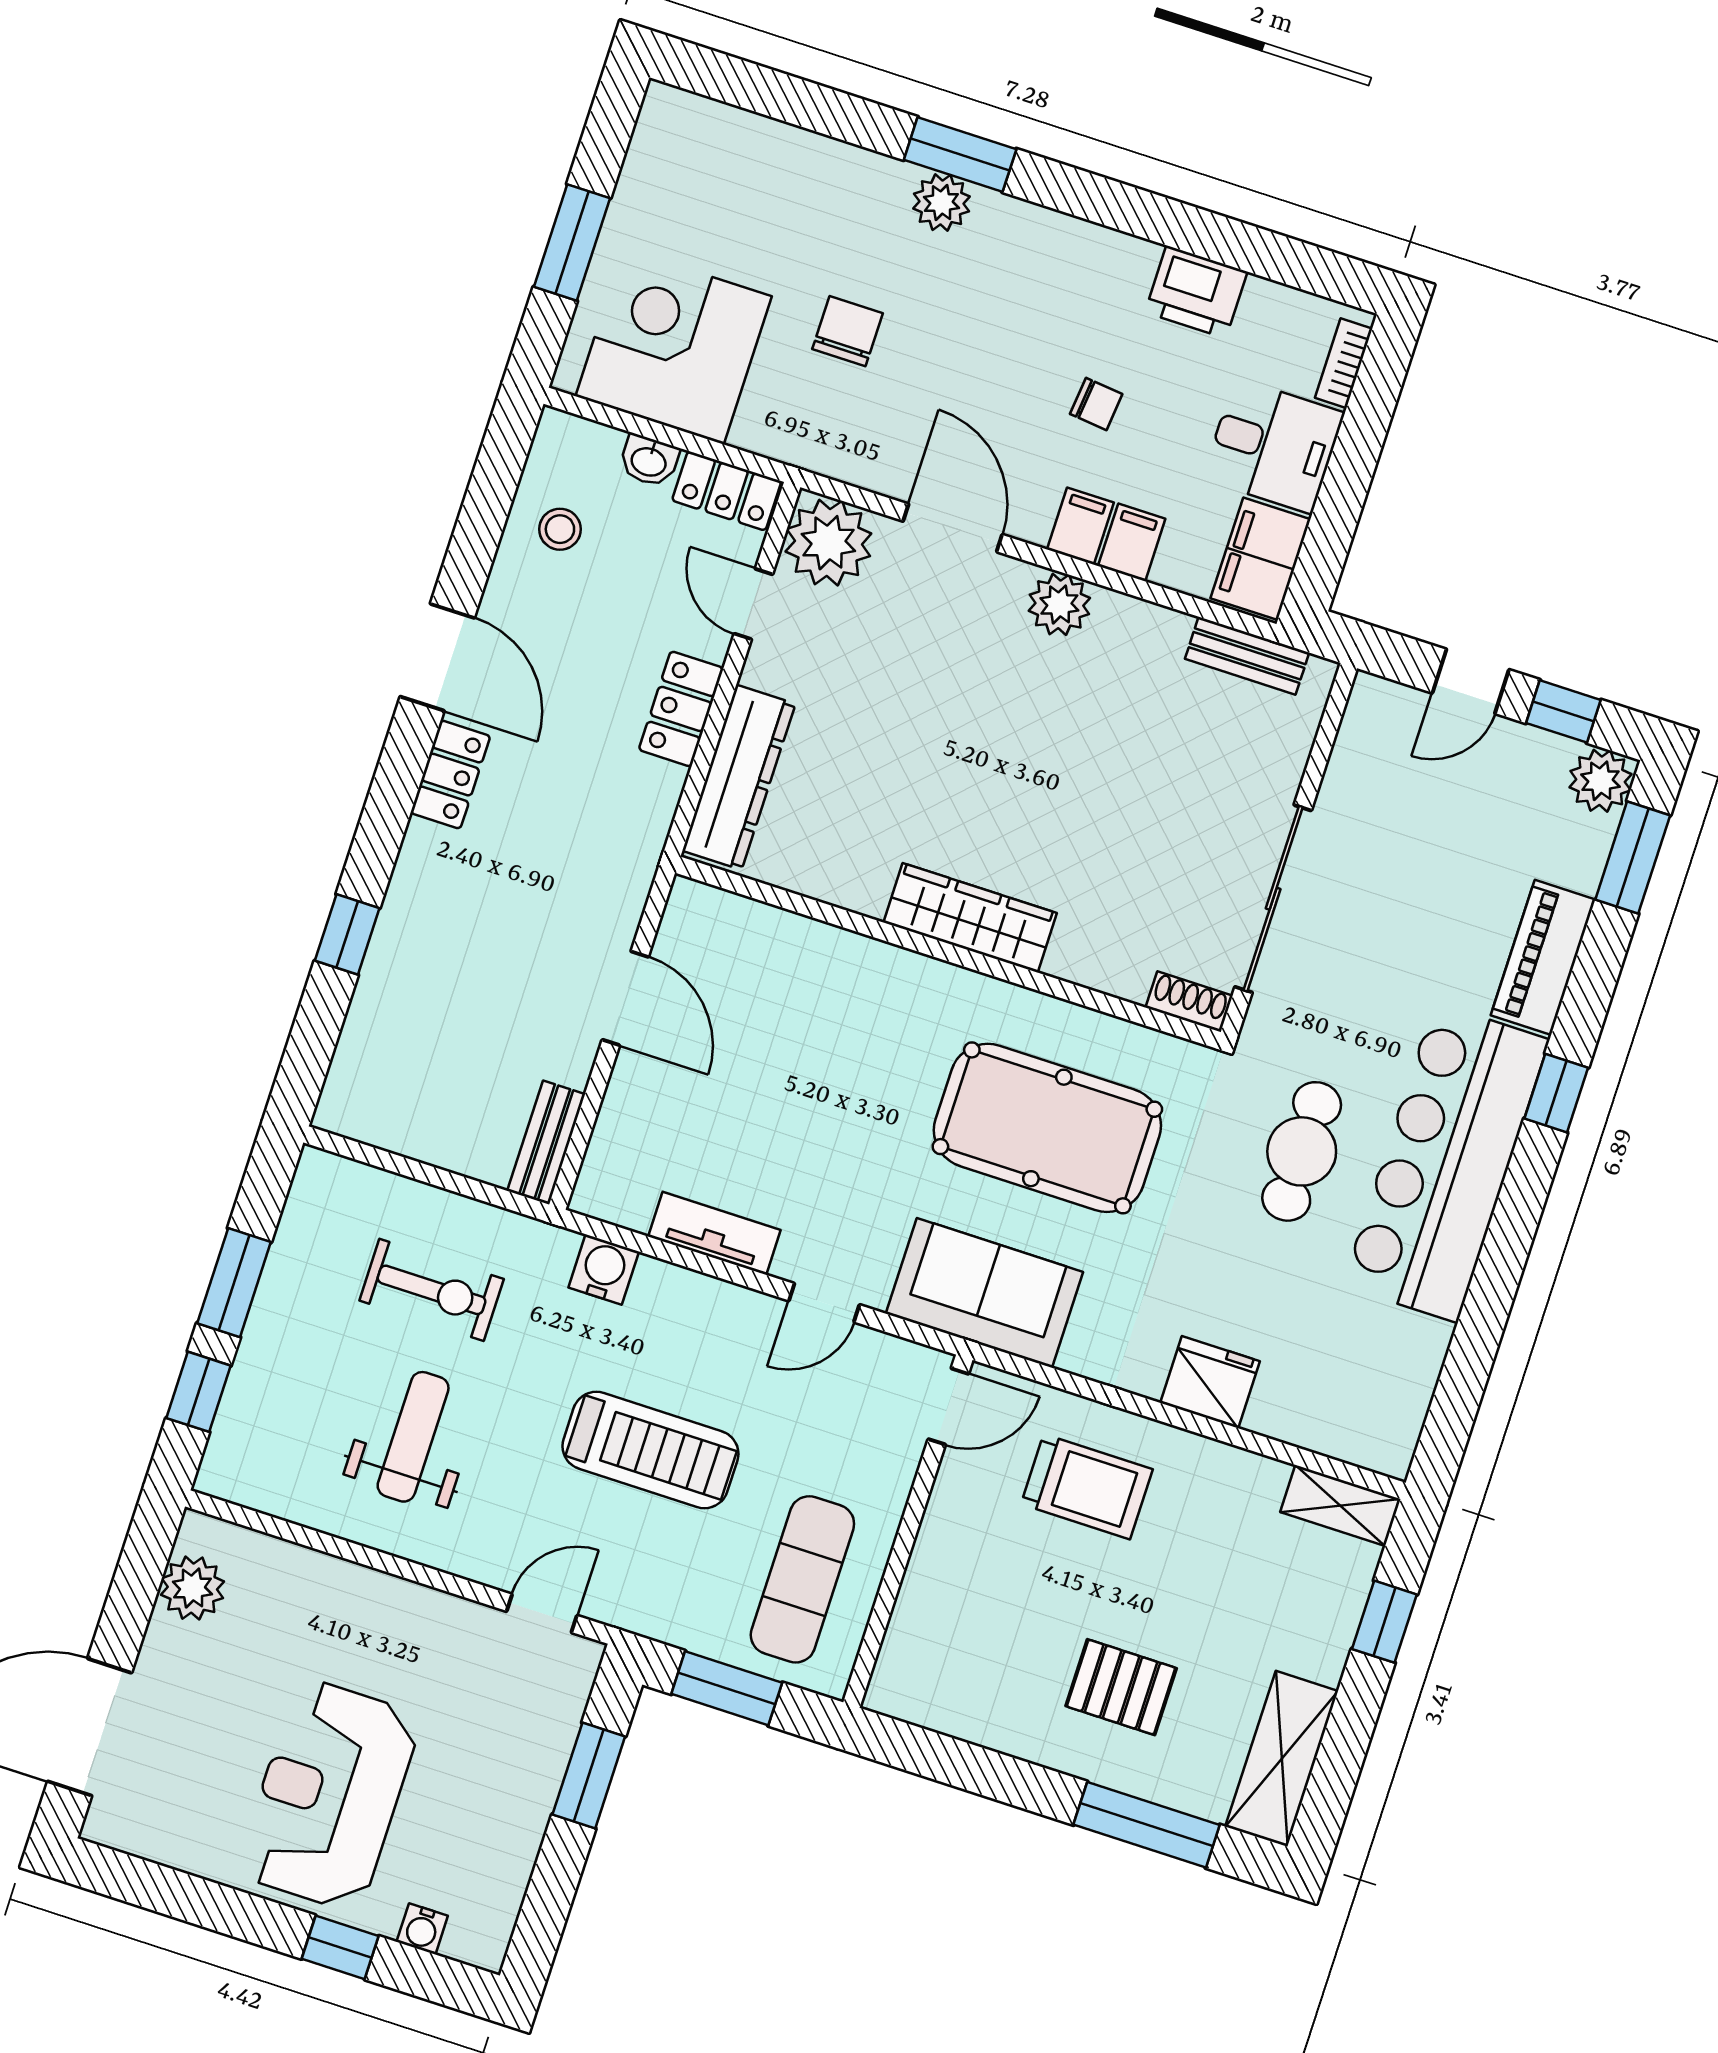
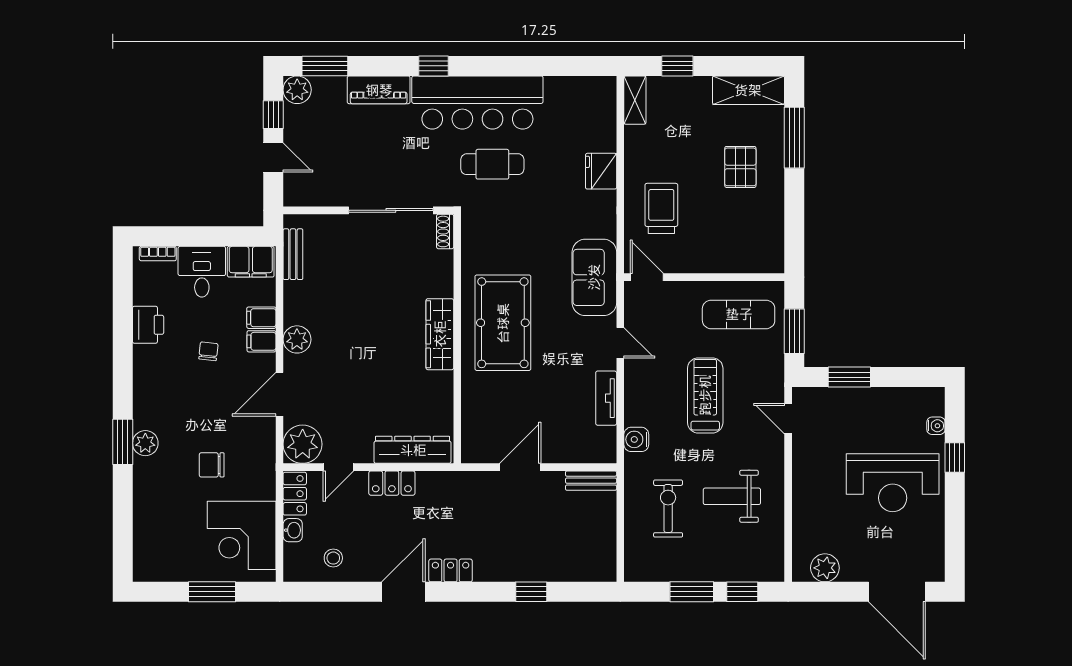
pool table: (1047, 1128) -> (503, 323), moved

